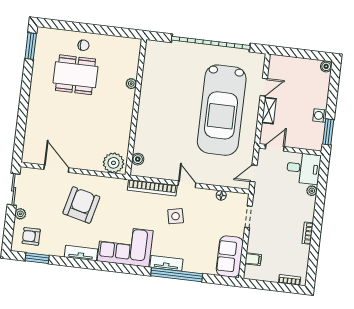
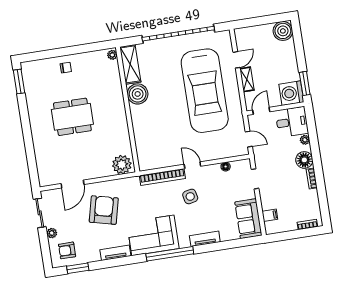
shelving: (152, 61) -> (130, 64), added
boiler: (326, 66) -> (283, 31), width x1.86, depth x1.86
dining table: (75, 75) -> (72, 117), moved
plant: (131, 84) -> (112, 55), moved
washing machine: (320, 116) -> (291, 93), moved, width x1.89, depth x1.89
boiler: (138, 159) -> (138, 94), moved, width x1.86, depth x1.86
door: (56, 169) -> (72, 184), swing flipped
door: (254, 173) -> (249, 139), swing flipped
floor lamp: (305, 212) -> (304, 160), added
tv unit: (166, 263) -> (205, 239), moved
window: (177, 275) -> (170, 254), moved

